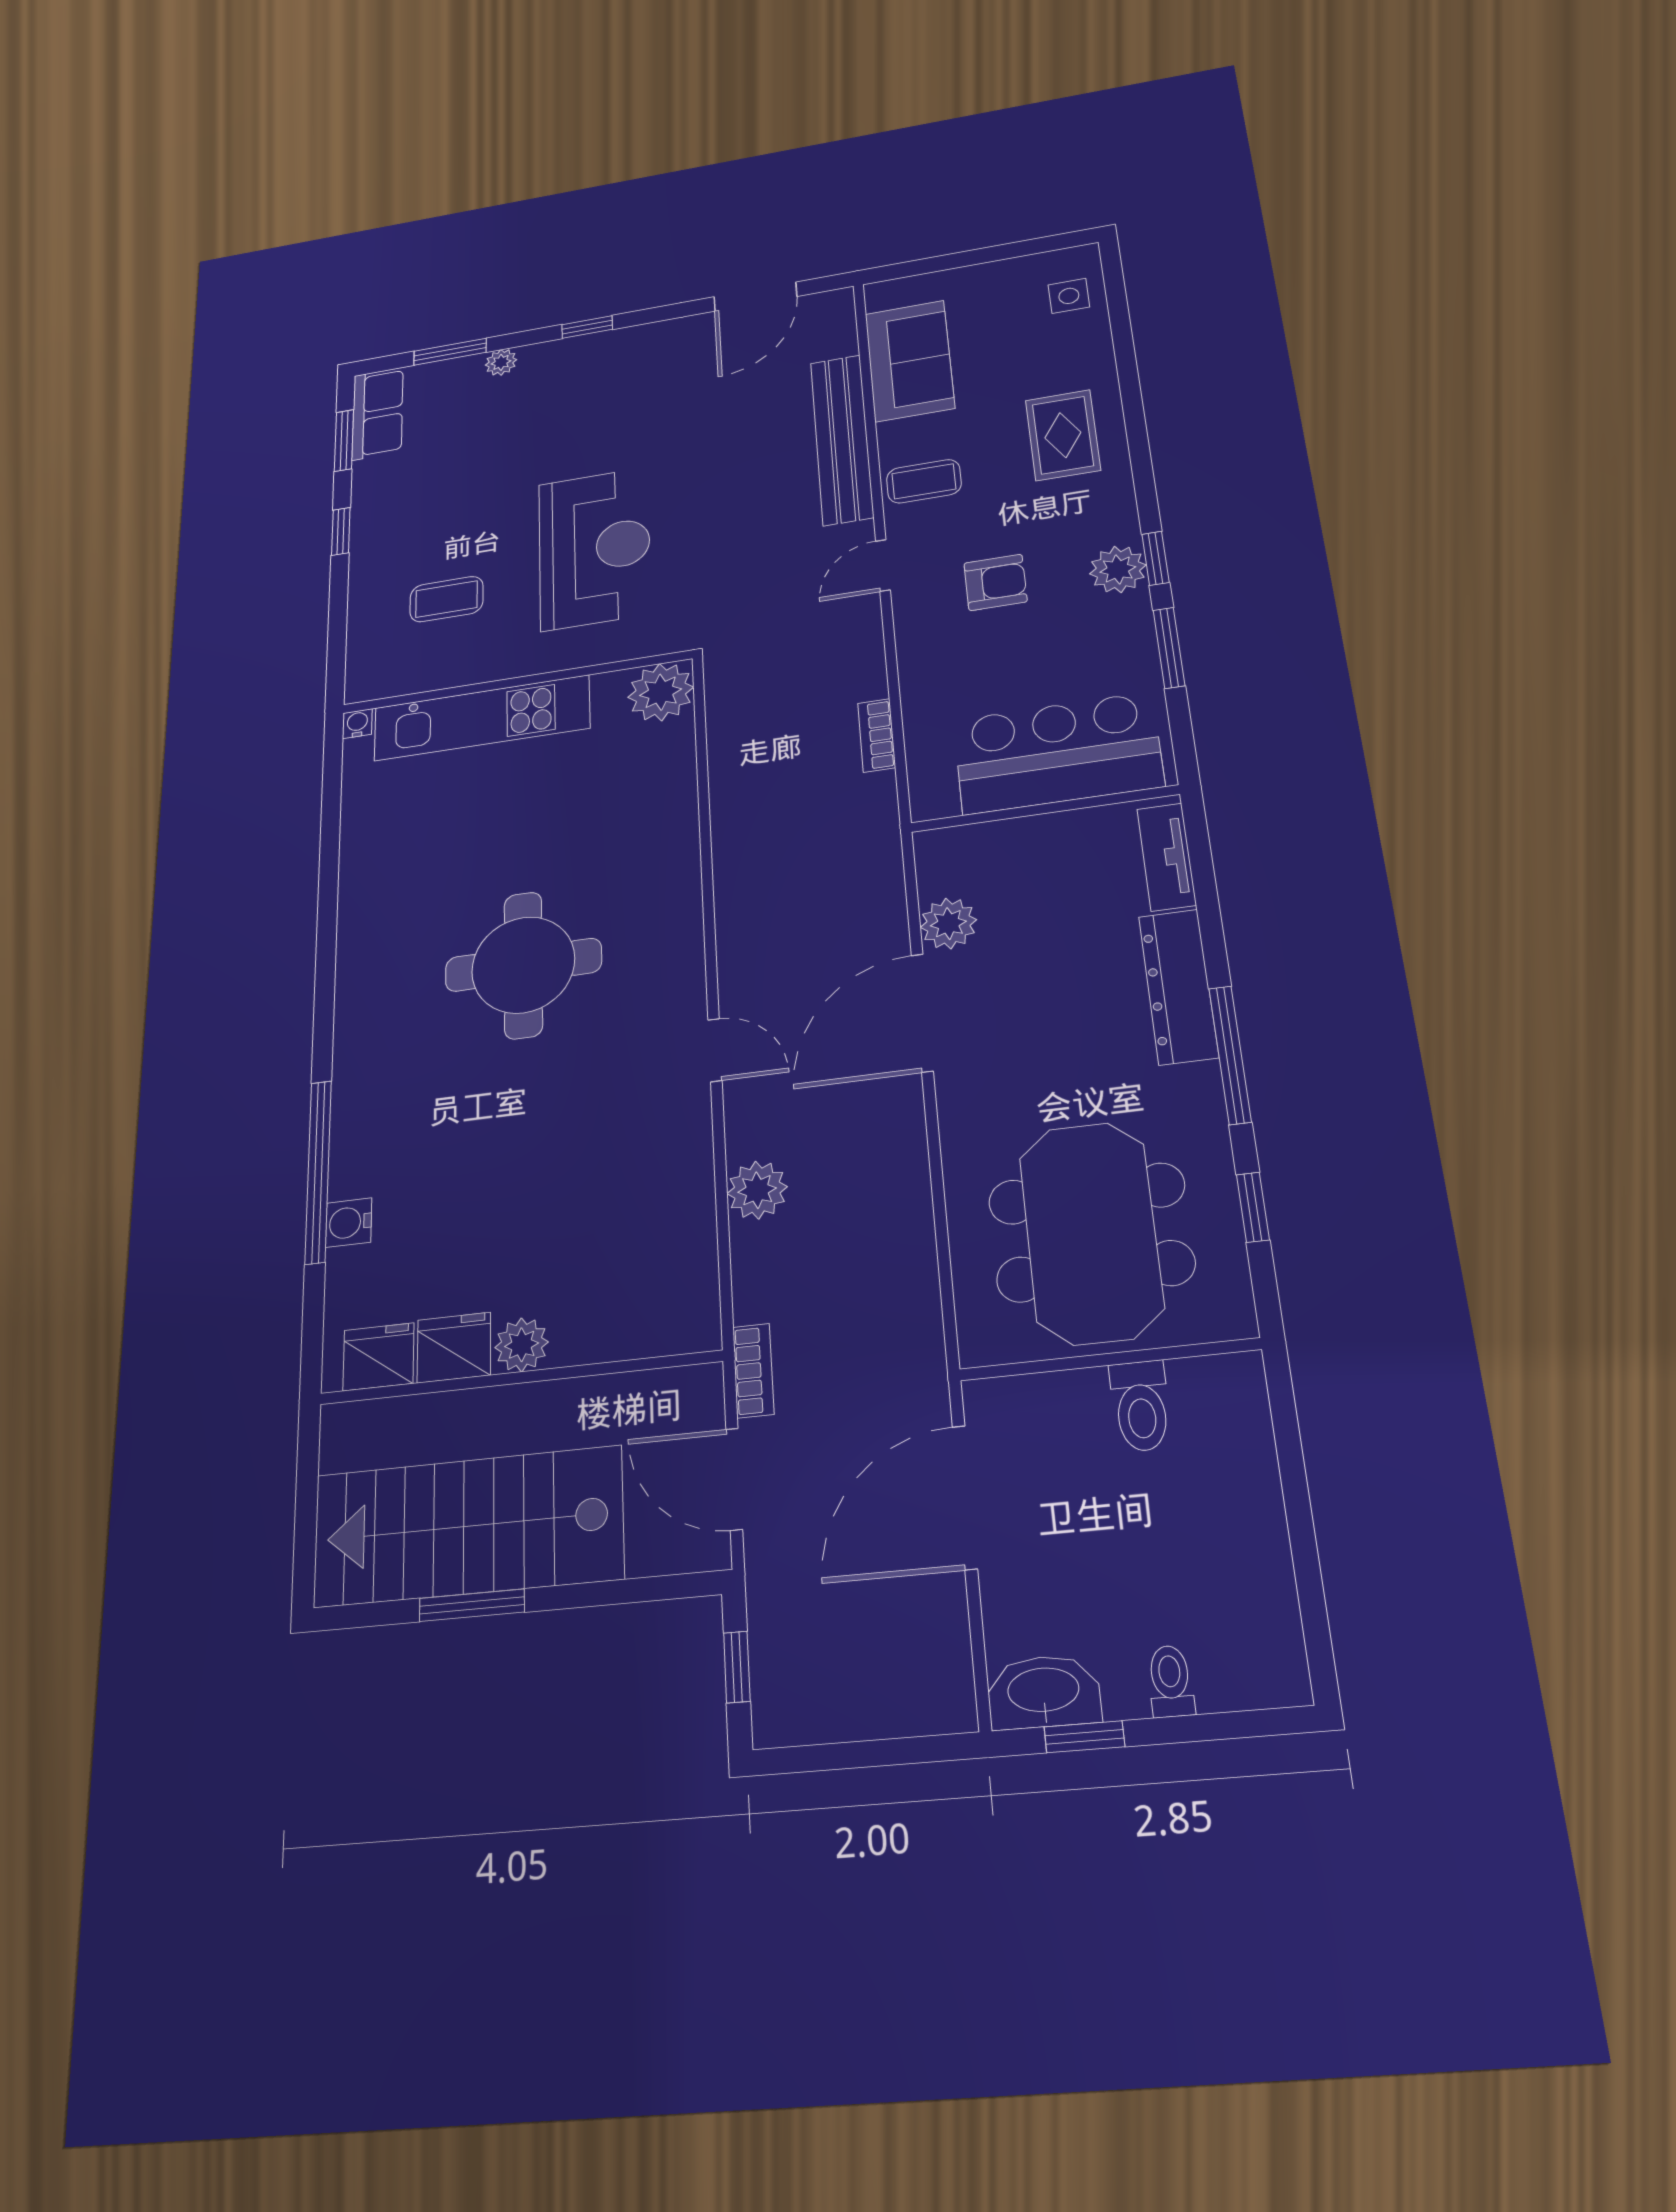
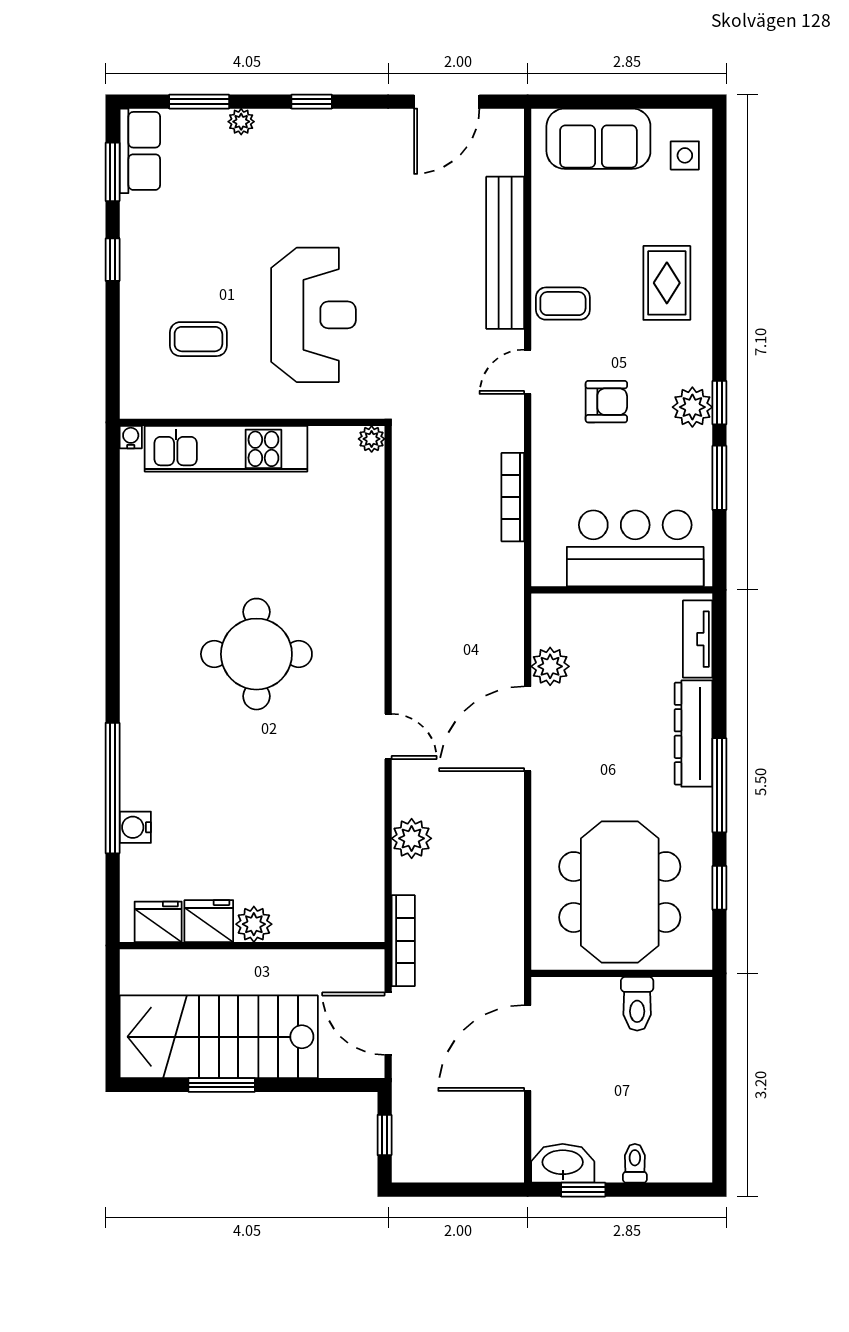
sofa: (910, 361) -> (598, 139), moved, turned 90
plant: (661, 692) -> (372, 439), width x0.53, depth x0.53
bookcase: (877, 735) -> (513, 497), width x1.56
bookcase: (753, 1371) -> (403, 941), width x1.56

